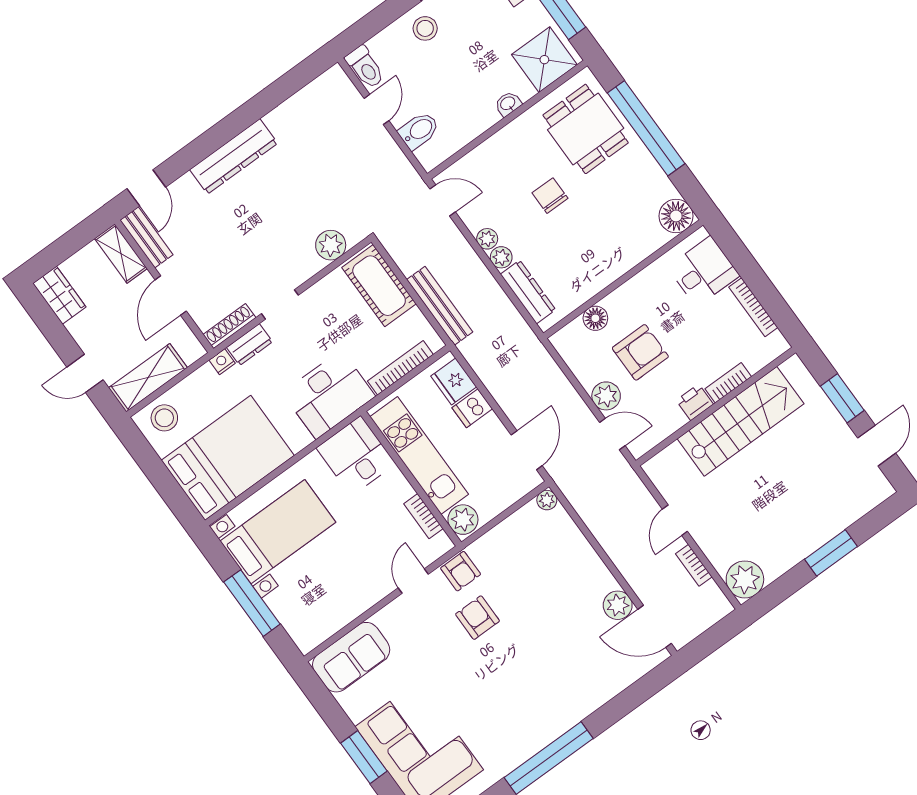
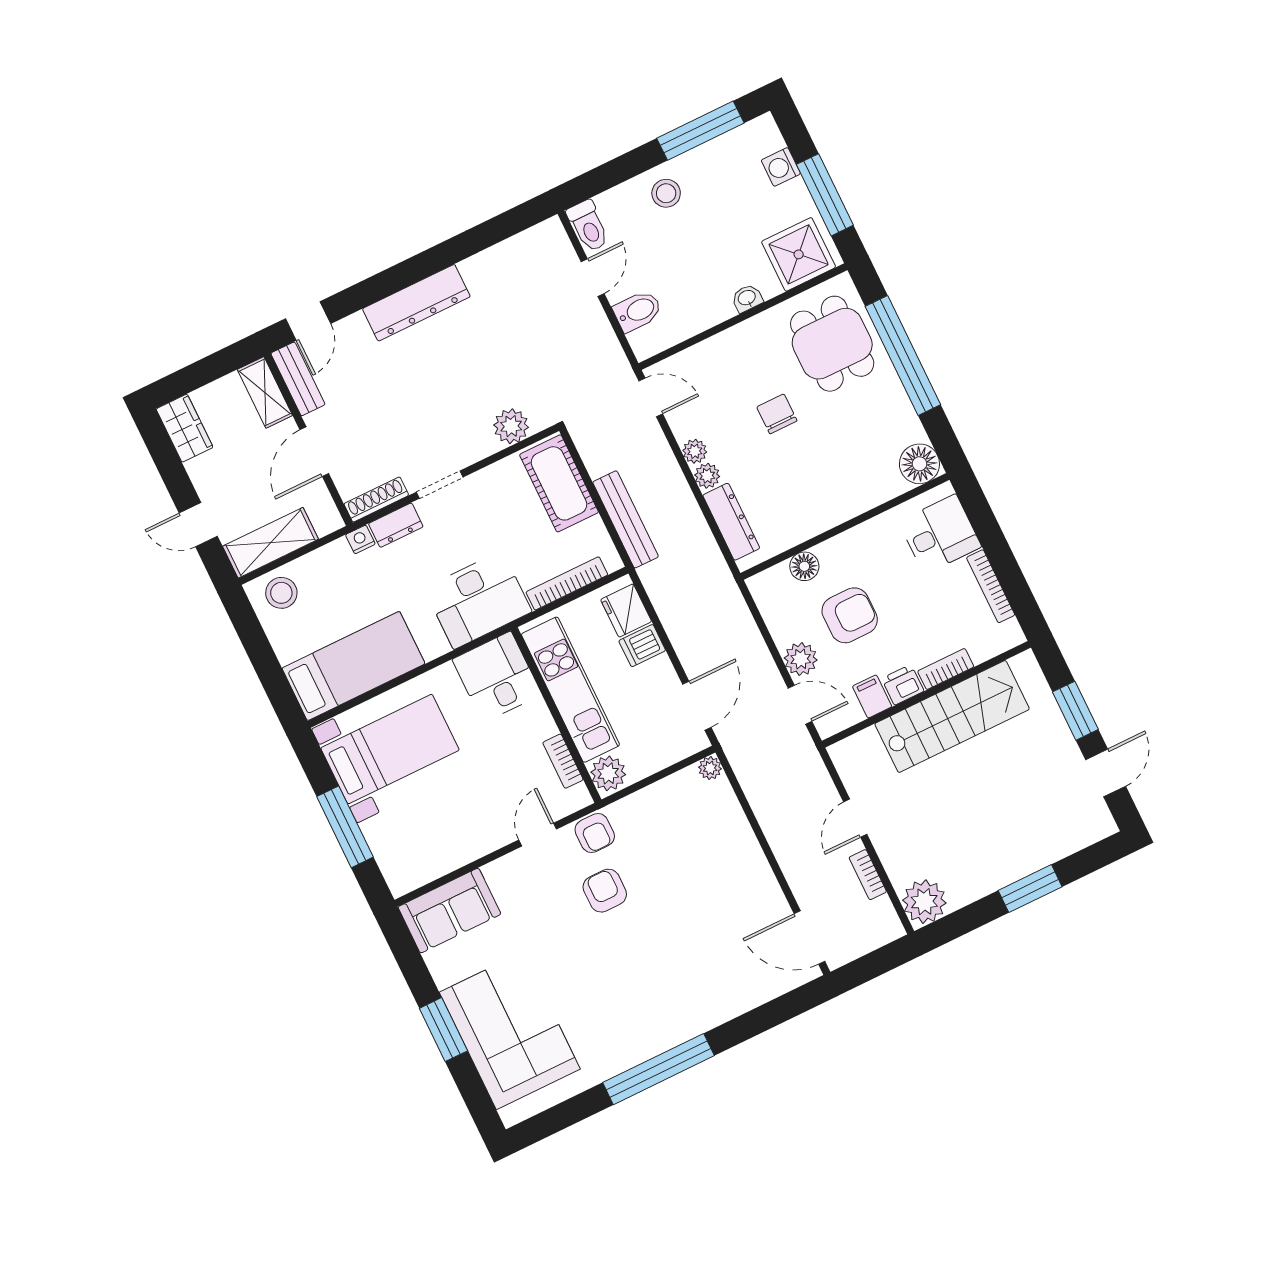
filing cabinet: (671, 416) -> (872, 696), added
bed: (228, 458) -> (353, 666), width x0.67
plant: (618, 605) -> (771, 905), removed

